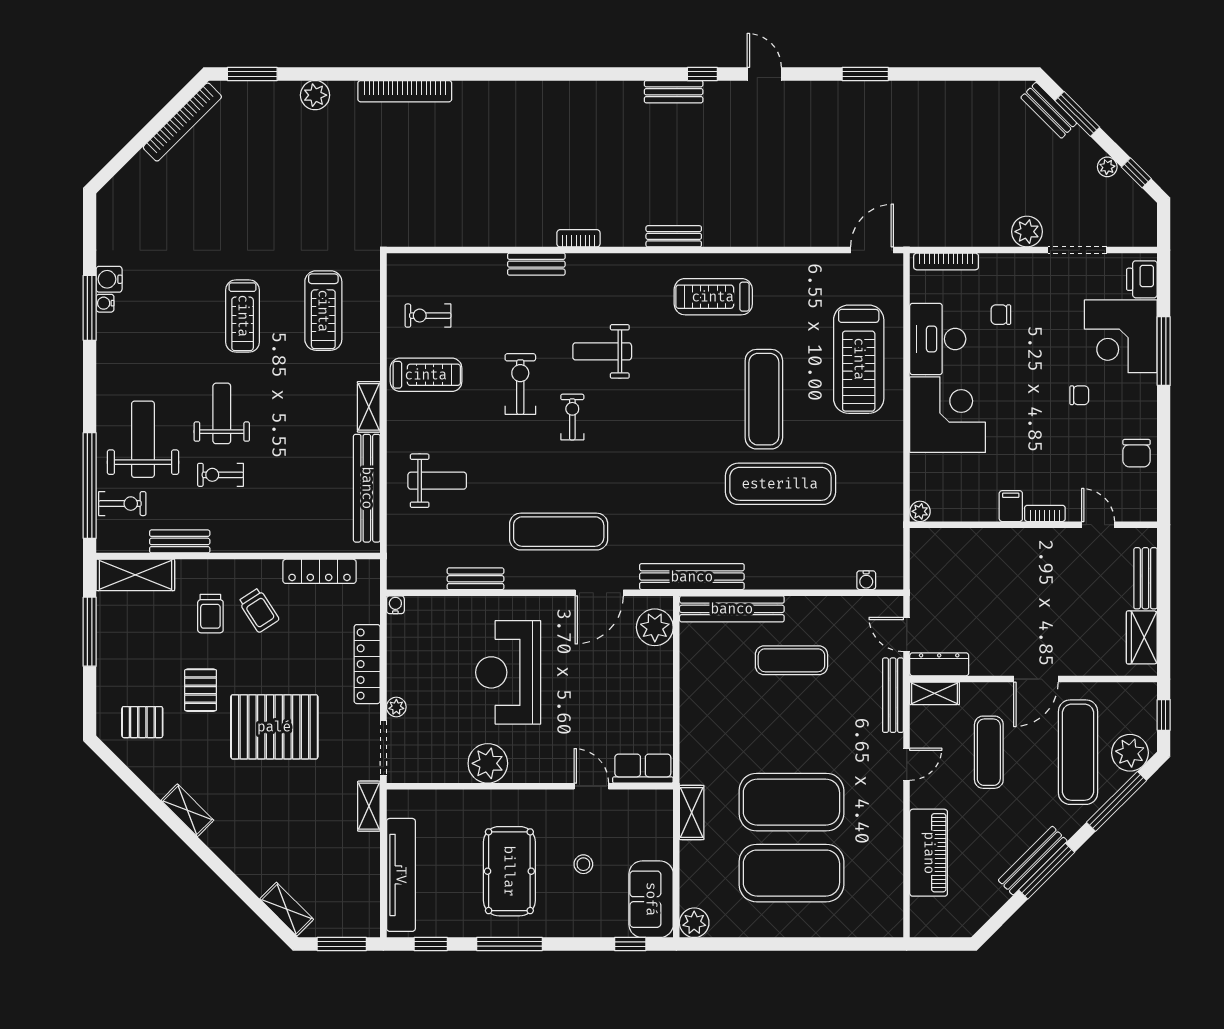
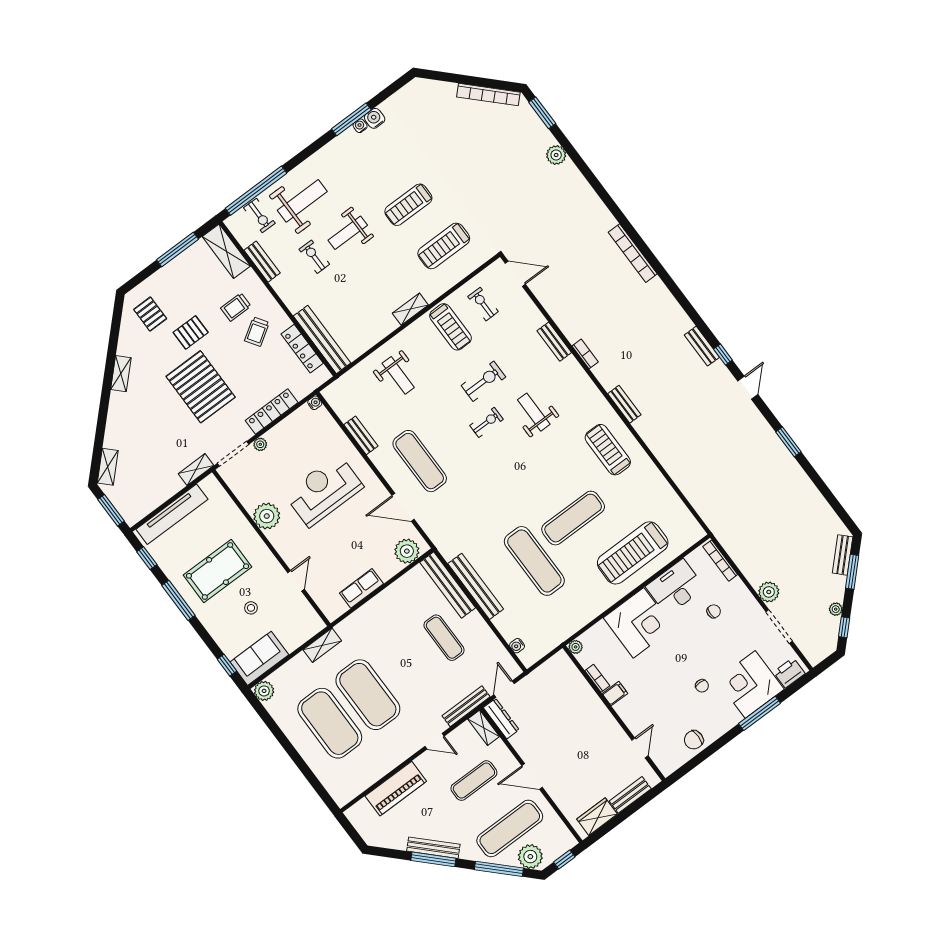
bookcase: (405, 91) -> (633, 253), moved
door: (872, 250) -> (515, 274), moved
chair: (1001, 315) -> (714, 611), turned 90
weight bench: (222, 413) -> (348, 233), turned 180
bench: (367, 488) -> (322, 340), moved, turned 90
bookcase: (1045, 513) -> (597, 678), moved
bench: (692, 577) -> (476, 586), moved
row of seats: (643, 769) -> (361, 588), moved, turned -90

